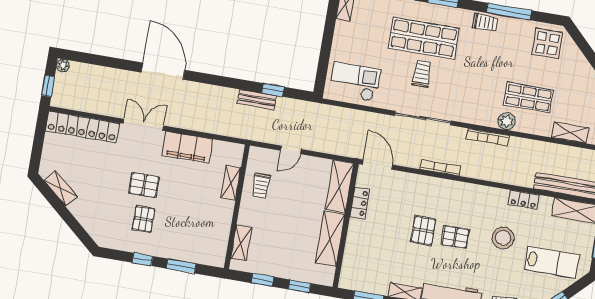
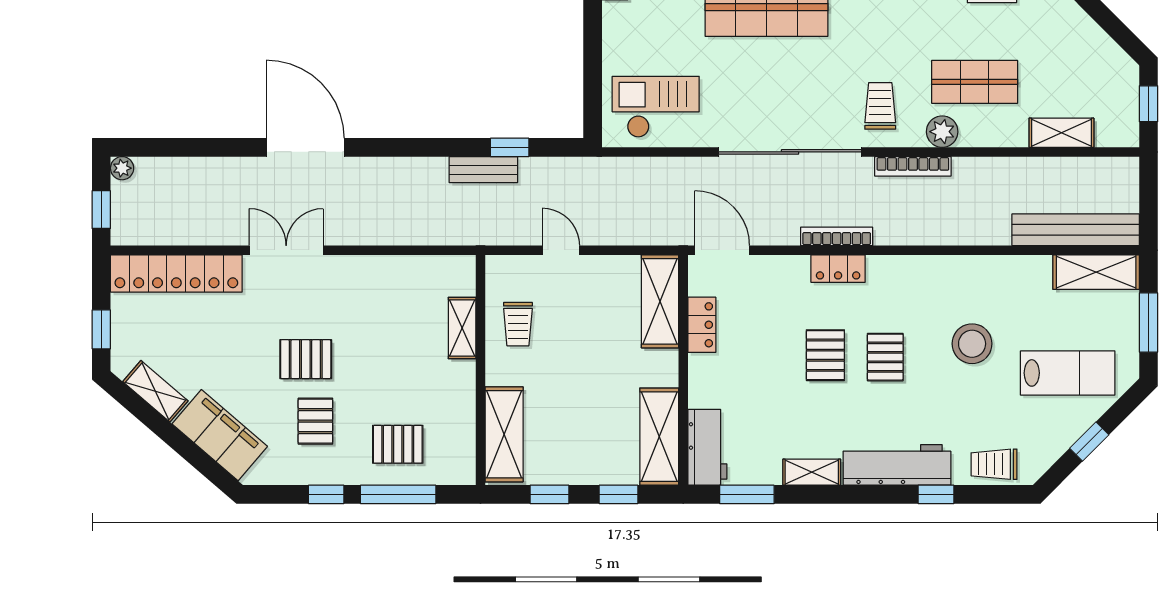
trolley: (422, 74) -> (880, 106), moved
sliding door: (423, 118) -> (790, 152), width x1.36
filing cabinet: (187, 147) -> (220, 435), moved, turned -139
window: (37, 150) -> (101, 329), added
door: (291, 150) -> (561, 250), swing flipped
locker: (524, 200) -> (838, 269), moved
pallet: (455, 237) -> (885, 357), turned 90
pallet: (186, 239) -> (398, 444), added
shelving: (330, 239) -> (659, 437), moved
shelving: (241, 243) -> (504, 434), width x1.50, depth x1.33
window: (181, 266) -> (398, 494), width x1.44
workbench: (352, 269) -> (707, 447), added

